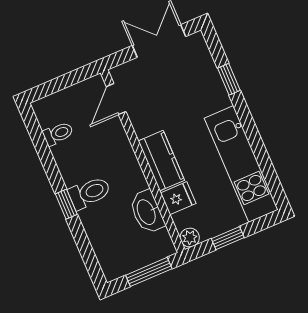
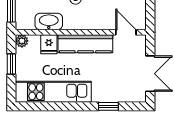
kitchen counter: (161, 161) -> (85, 44), width x1.50

